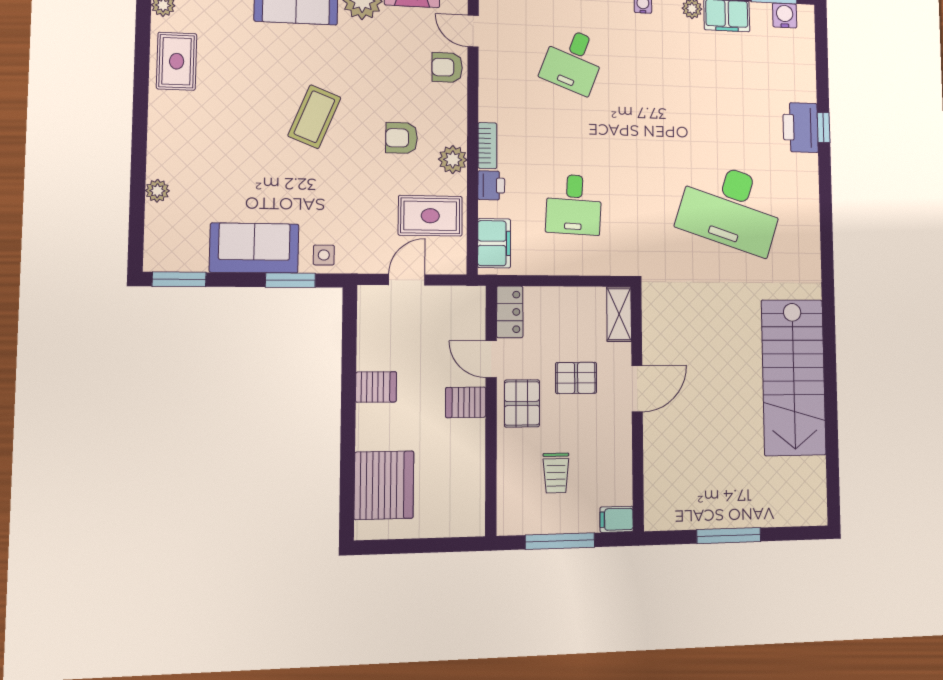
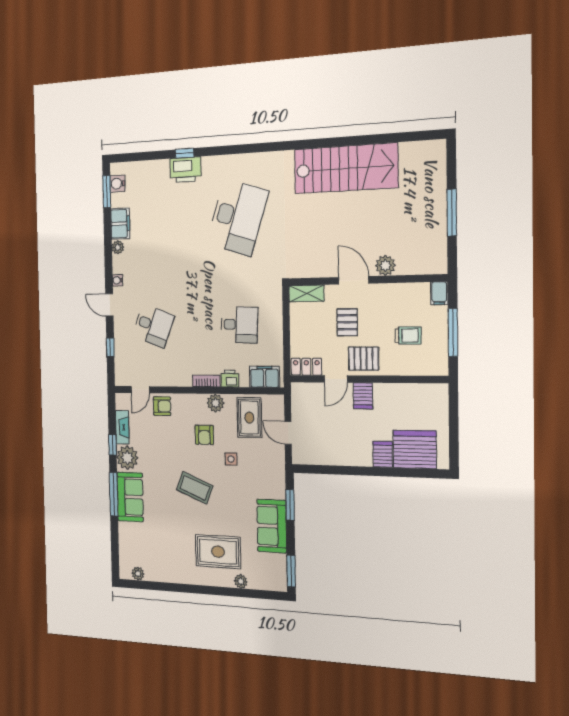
rug: (177, 61) -> (218, 552), moved, width x1.36, depth x1.43
armchair: (447, 67) -> (162, 406), turned -90
side table: (324, 255) -> (231, 459), moved
server rack: (376, 387) -> (383, 454), moved
plant: (657, 437) -> (385, 265), added

